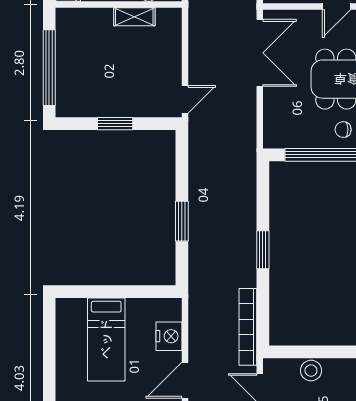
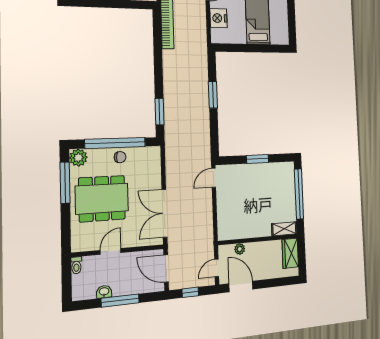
shelving: (134, 17) -> (284, 229), moved
chair: (343, 130) -> (120, 157), moved
window: (263, 250) -> (160, 112), moved

